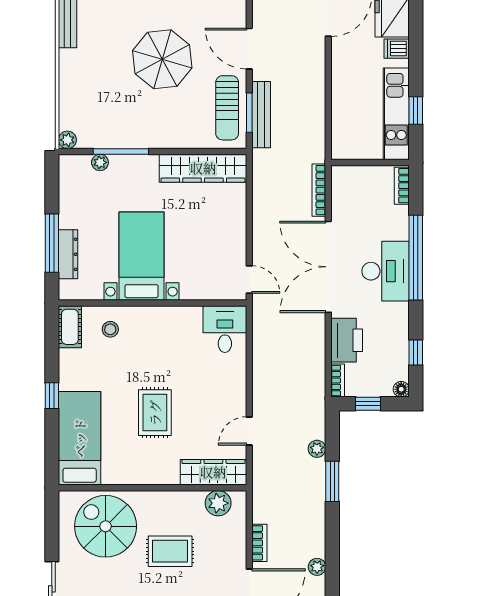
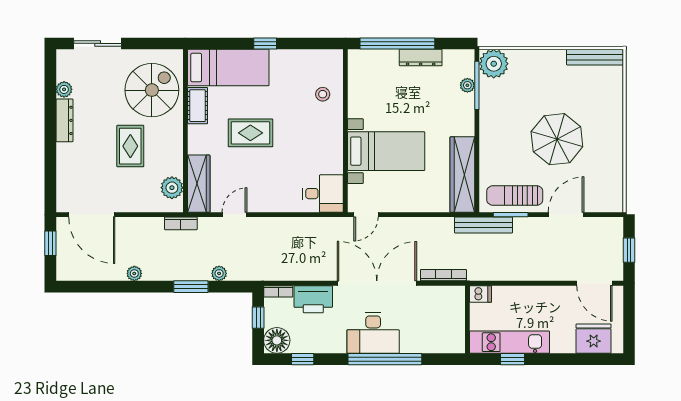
dishwasher: (397, 49) -> (481, 294), moved, turned 90
bench: (261, 115) -> (483, 225), moved
plant: (67, 140) -> (494, 64), width x1.87, depth x1.87
window: (121, 151) -> (477, 85), moved
bookcase: (402, 186) -> (447, 347), removed
window: (52, 243) -> (397, 43), width x1.46
dresser: (68, 254) -> (421, 58), moved
bed with nightstands: (142, 256) -> (386, 151), moved
cot: (70, 327) -> (198, 106), moved, turned 90
floor lamp: (401, 389) -> (277, 340), width x1.89, depth x1.89
door: (249, 431) -> (234, 215), hinge flipped
bookcase: (259, 543) -> (181, 223), moved
plant: (317, 567) -> (134, 273), moved

